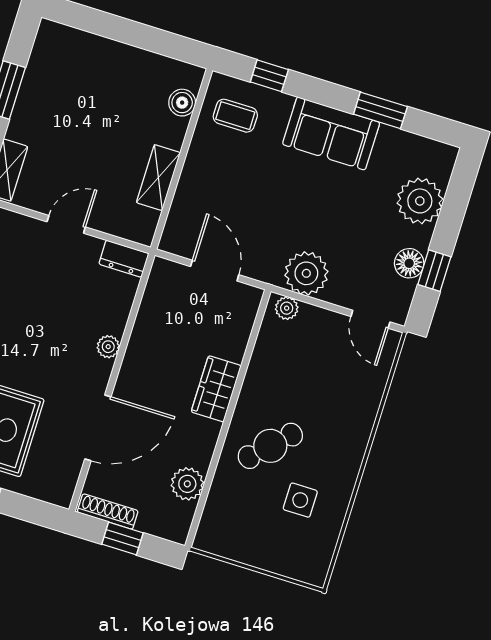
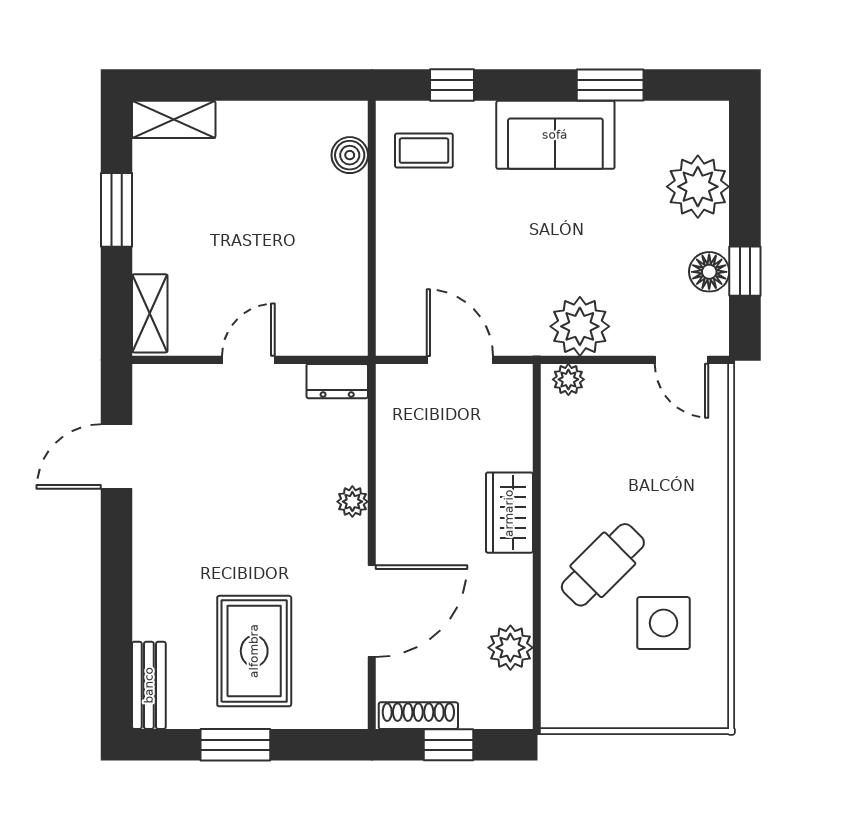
shelving: (158, 178) -> (174, 119), moved, turned 90
side table: (300, 500) -> (664, 623), width x1.37, depth x1.37

